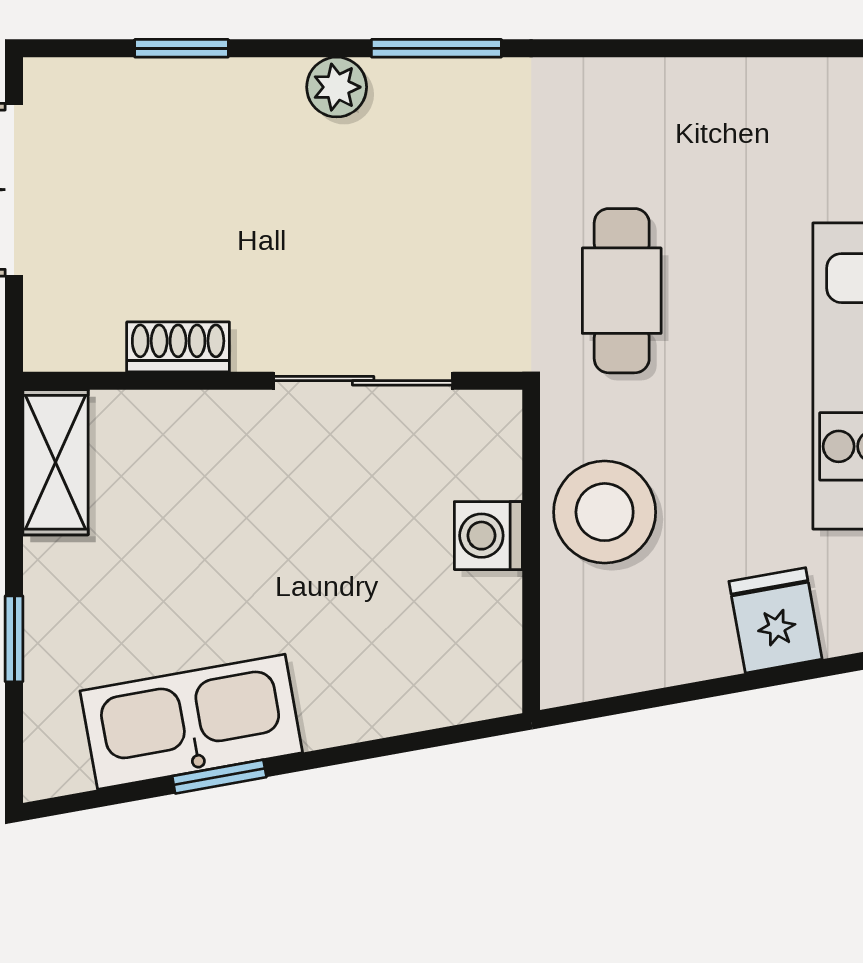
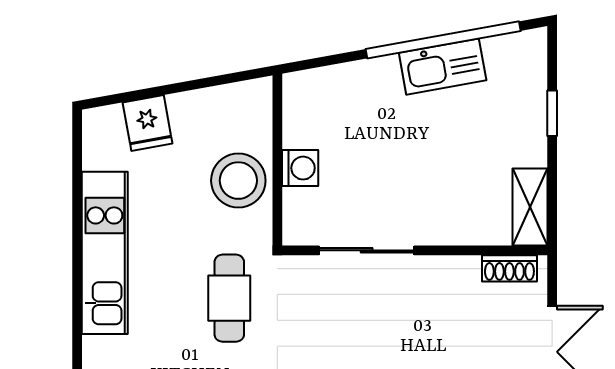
shoe rack: (178, 347) -> (509, 268), moved
kitchen sink: (191, 722) -> (443, 67), width x0.73, depth x0.81
window: (219, 777) -> (443, 40), width x3.17

